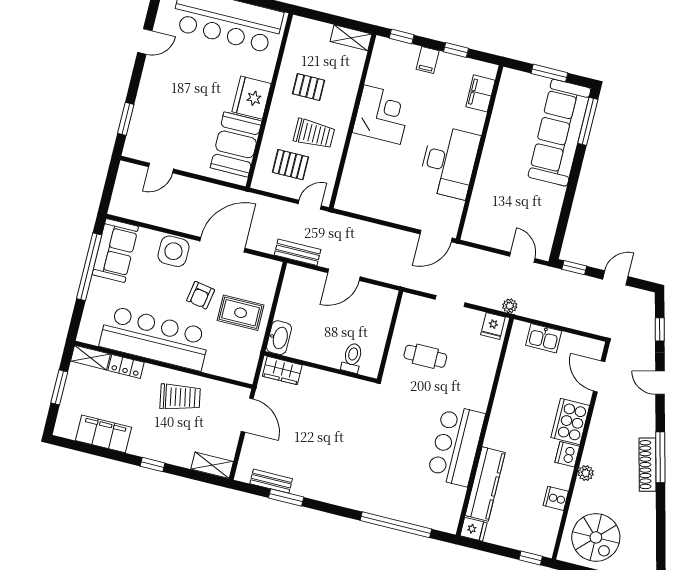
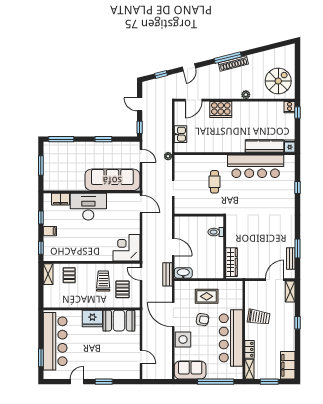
door: (145, 42) -> (77, 382), hinge flipped
pallet: (309, 87) -> (69, 275), moved
corner desk: (382, 115) -> (126, 248), moved
window: (126, 119) -> (104, 382), moved
sofa: (559, 133) -> (112, 180), moved, turned 180
desk: (449, 162) -> (88, 207), moved
window: (569, 197) -> (103, 139), added
door: (522, 257) -> (141, 156), swing flipped
window: (89, 267) -> (216, 382), moved
rug: (241, 313) -> (207, 296), turned 90
fridge: (493, 326) -> (181, 162), removed
washbasin: (279, 338) -> (183, 273), moved
cafe table: (425, 356) -> (214, 182), moved
wardrobe: (282, 371) -> (231, 262), width x1.50
trolley: (180, 397) -> (259, 317), turned 110
door: (247, 415) -> (275, 280), moved
filing cabinet: (103, 434) -> (288, 365), moved
bar counter: (456, 446) -> (256, 166), width x1.36
dishwasher: (567, 454) -> (238, 107), removed
cooker: (556, 498) -> (290, 107), moved
window: (396, 525) -> (297, 187), width x0.32

